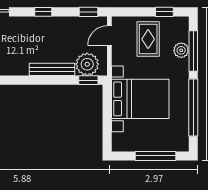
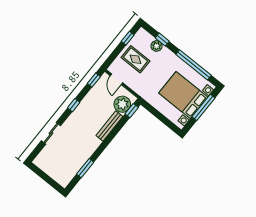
window: (193, 51) -> (162, 40), width x0.46
bed with nightstands: (140, 99) -> (183, 95), moved, turned -90

